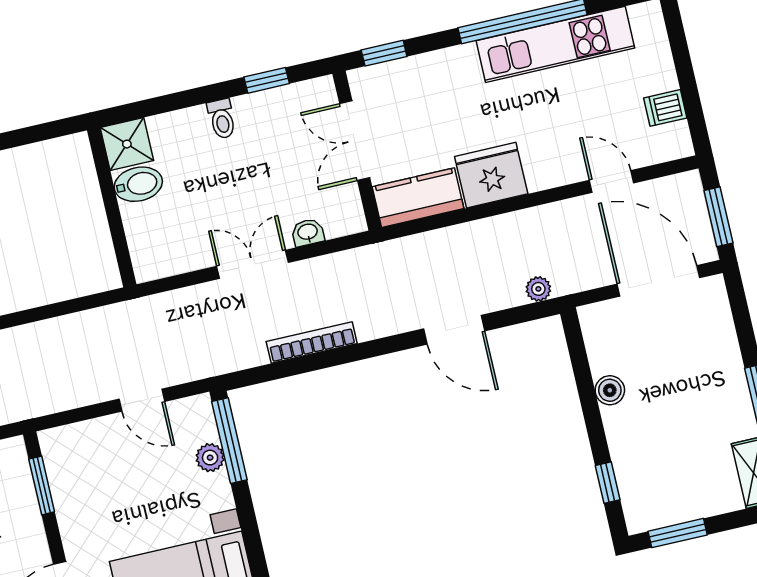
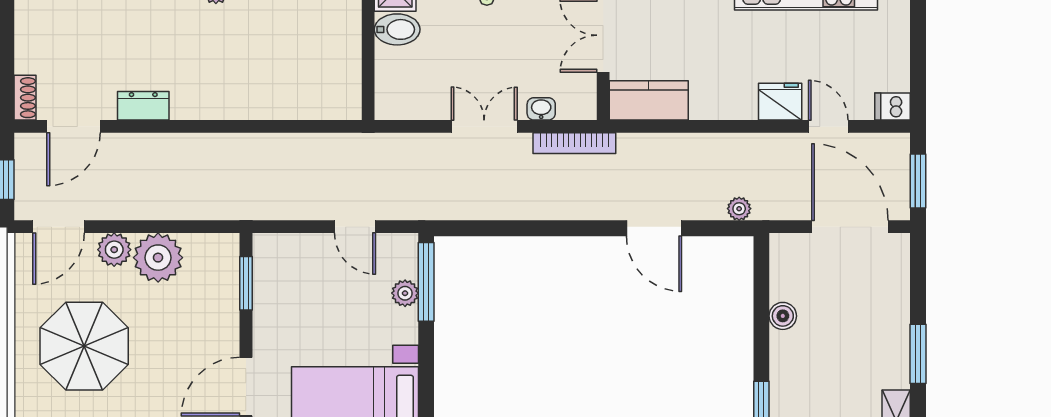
dishwasher: (665, 108) -> (893, 106), moved
fridge: (491, 175) -> (780, 102), moved, width x0.73, depth x0.75
bookcase: (312, 342) -> (574, 143), moved, turned 180

